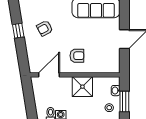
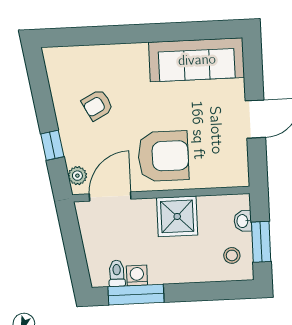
window: (18, 31) -> (52, 145), moved
armchair: (77, 56) -> (163, 156), width x1.88, depth x1.88
plant: (33, 64) -> (77, 176), added

